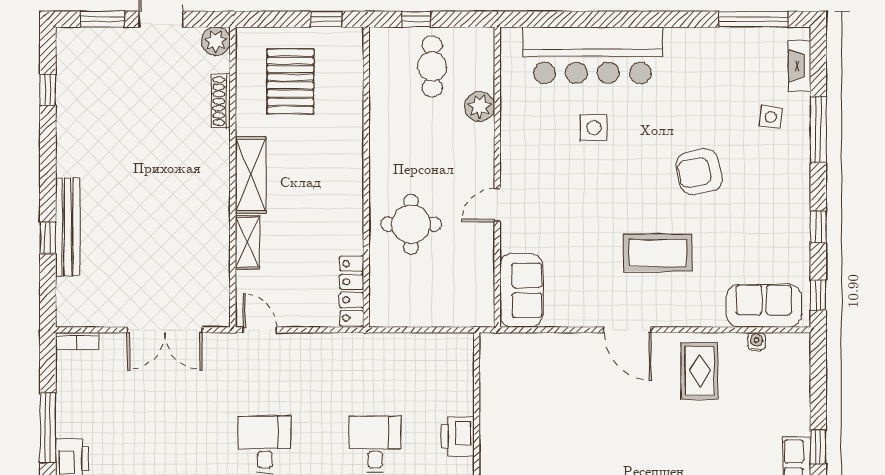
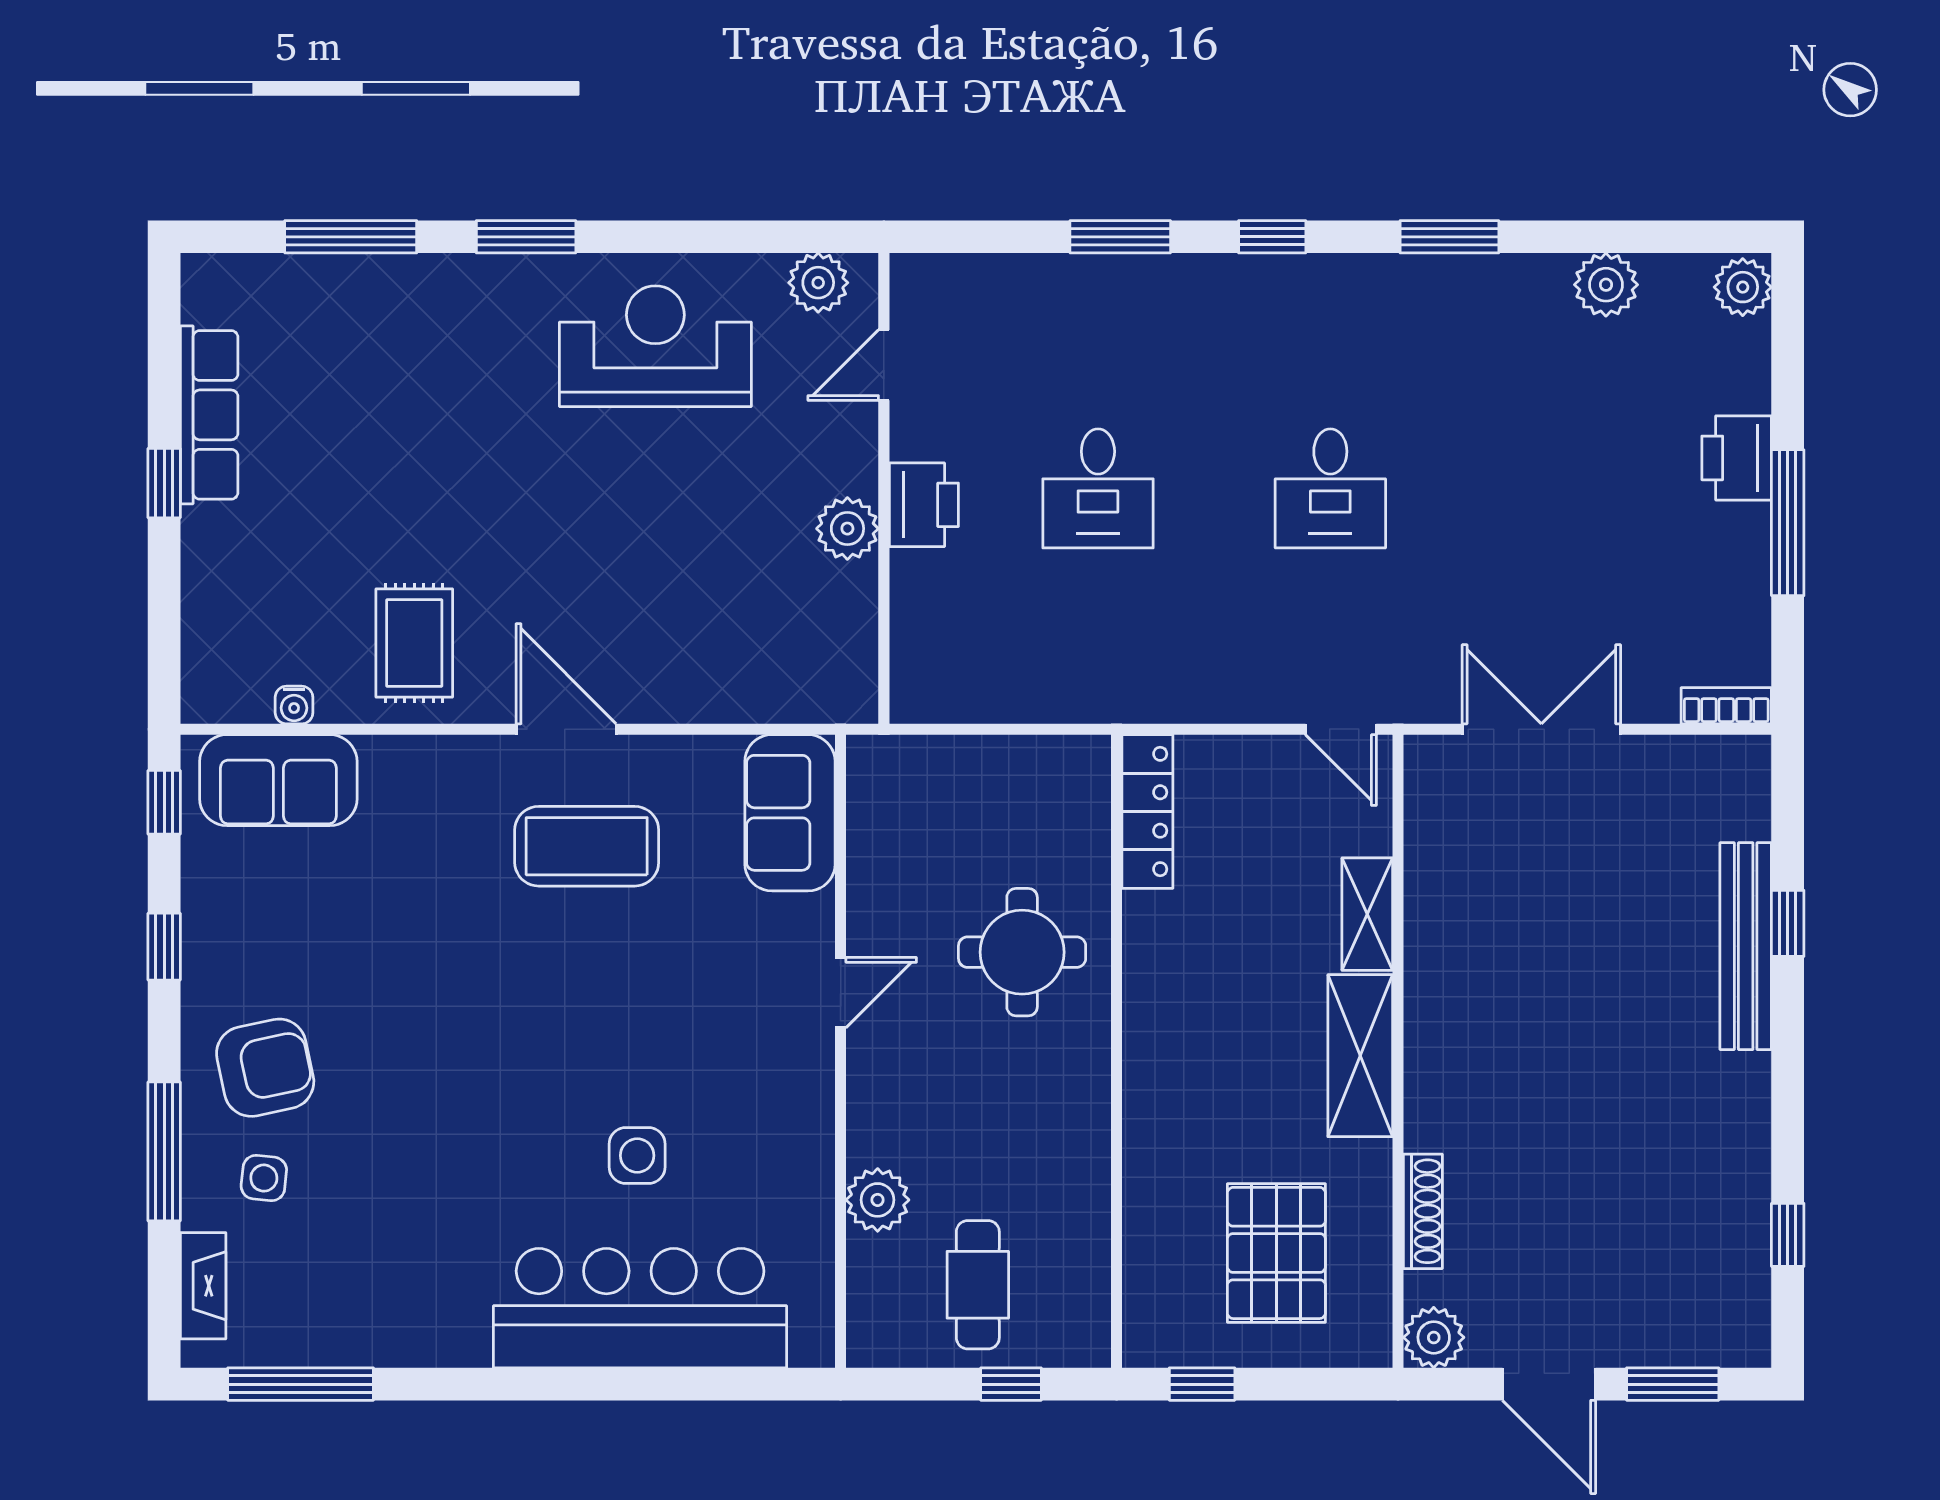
armchair: (699, 172) -> (265, 1068), moved
coffee table: (658, 253) -> (587, 846), moved
plant: (494, 425) -> (847, 529), added

